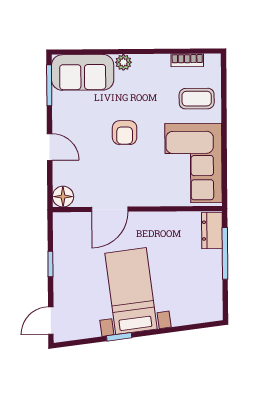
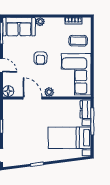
plant: (141, 198) -> (49, 92), added
door: (110, 209) -> (33, 98), swing flipped
bed with nightstands: (131, 291) -> (70, 138), moved, turned -83

